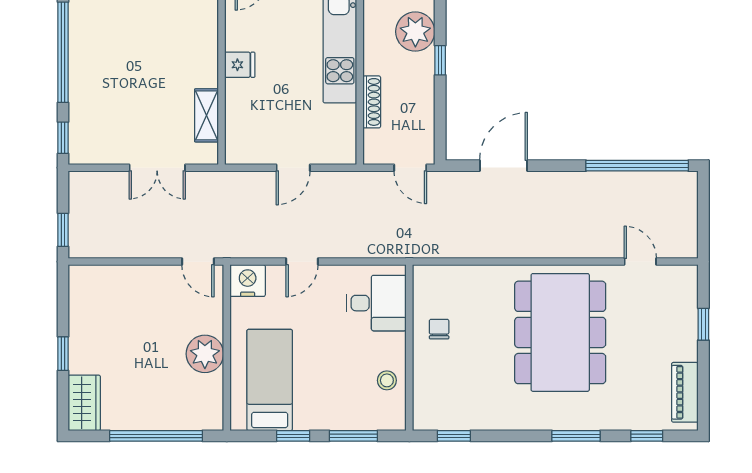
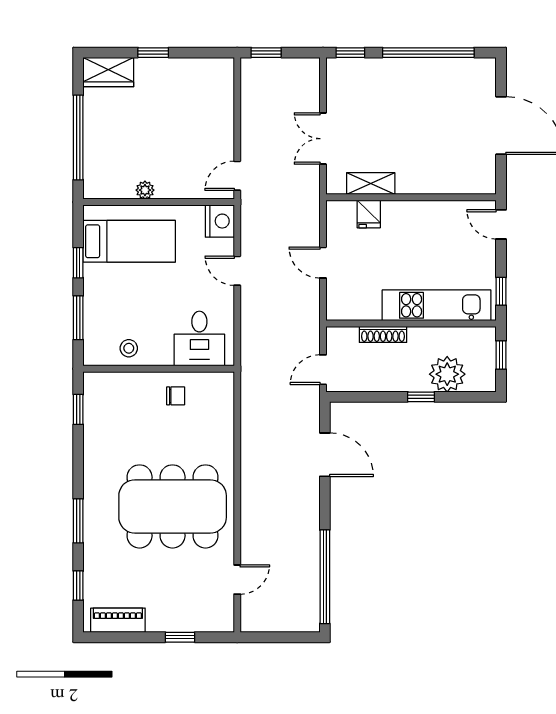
fridge: (240, 65) -> (369, 214), moved
plant: (205, 354) -> (145, 190), width x0.53, depth x0.53

